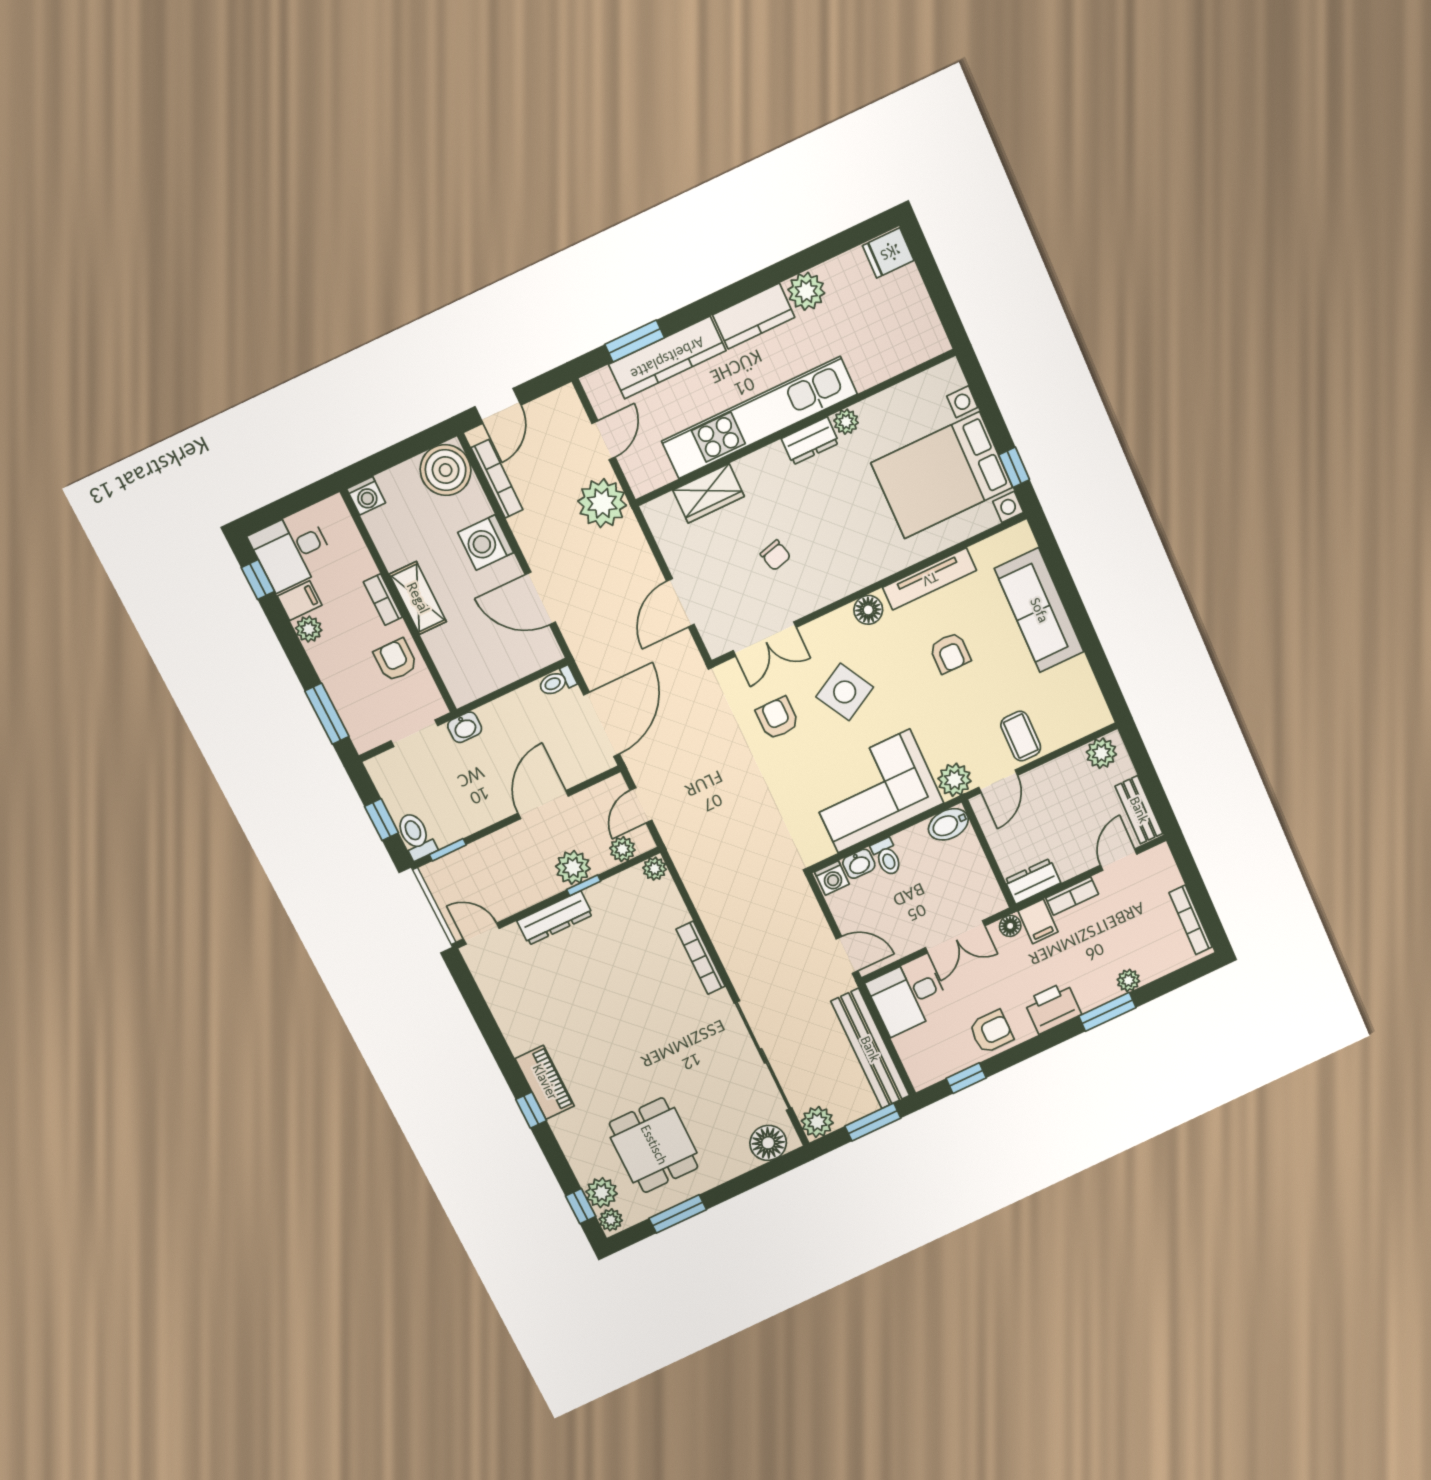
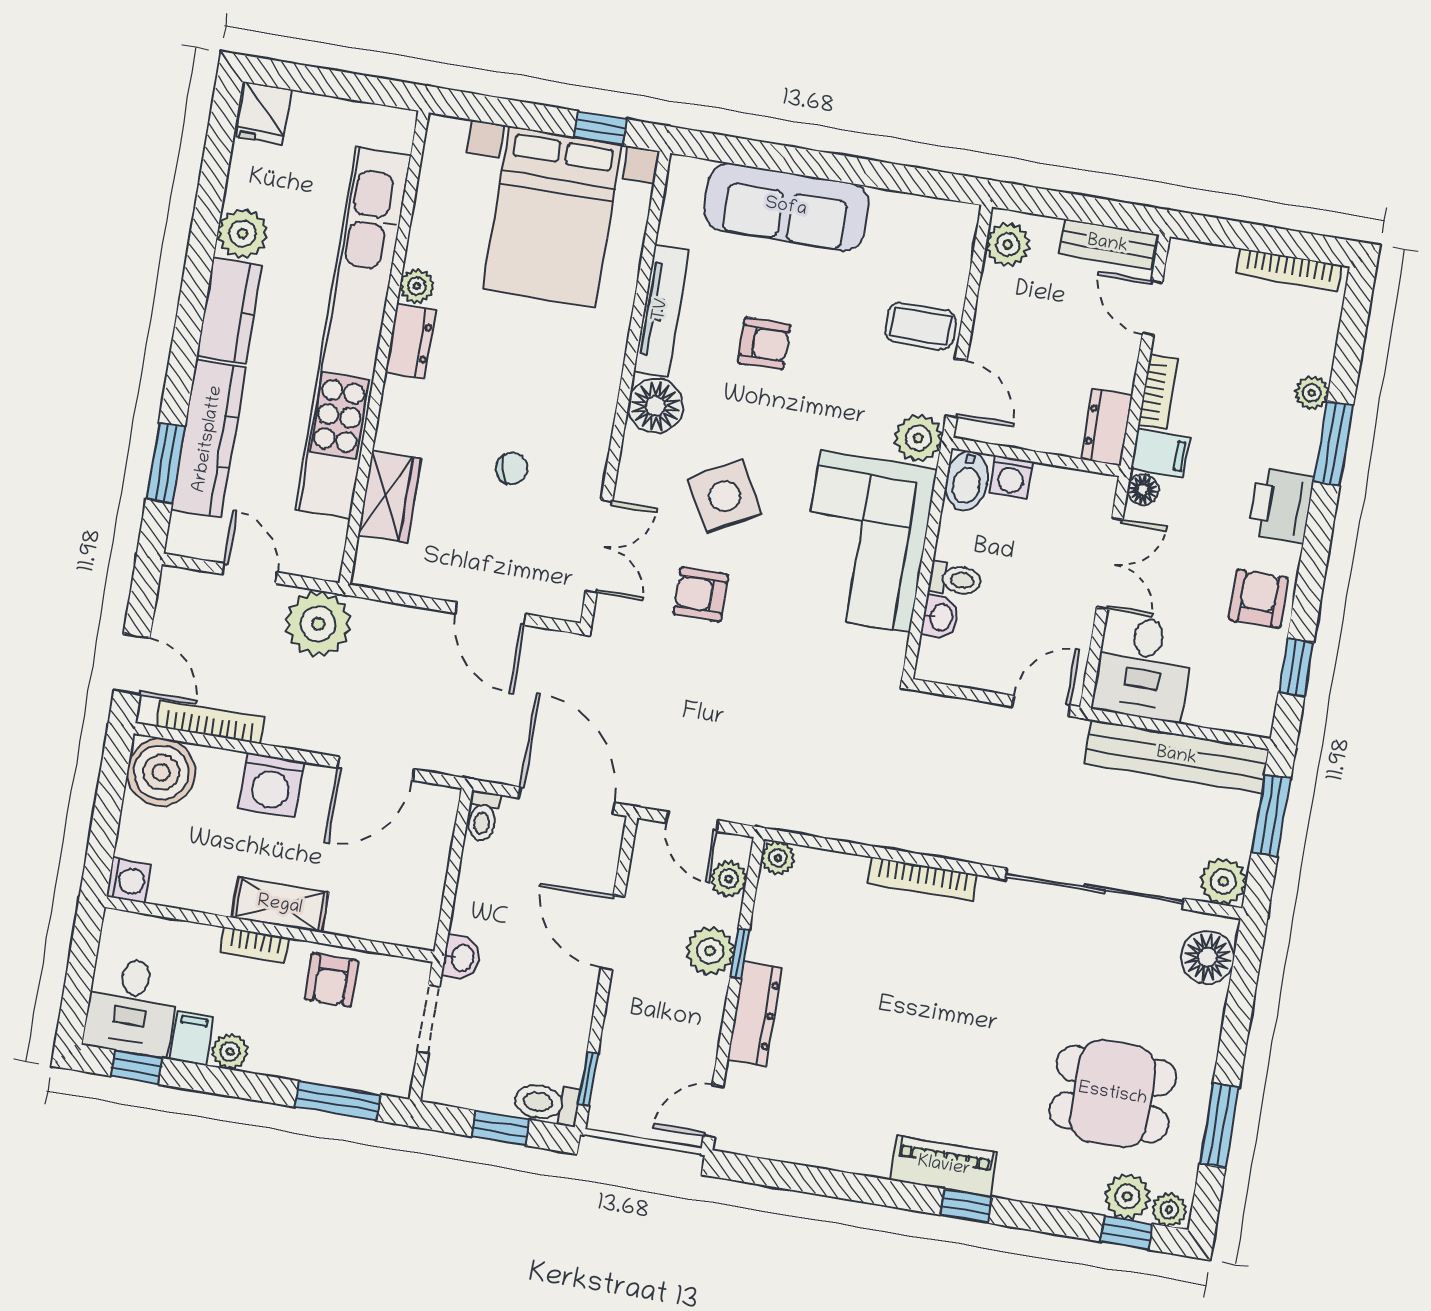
kitchen unit: (760, 418) -> (353, 332), width x1.36
floor lamp: (868, 610) -> (656, 406), width x1.38, depth x1.38
armchair: (396, 660) -> (331, 980), turned -90
washing machine: (832, 878) -> (1011, 477), moved, turned 90

